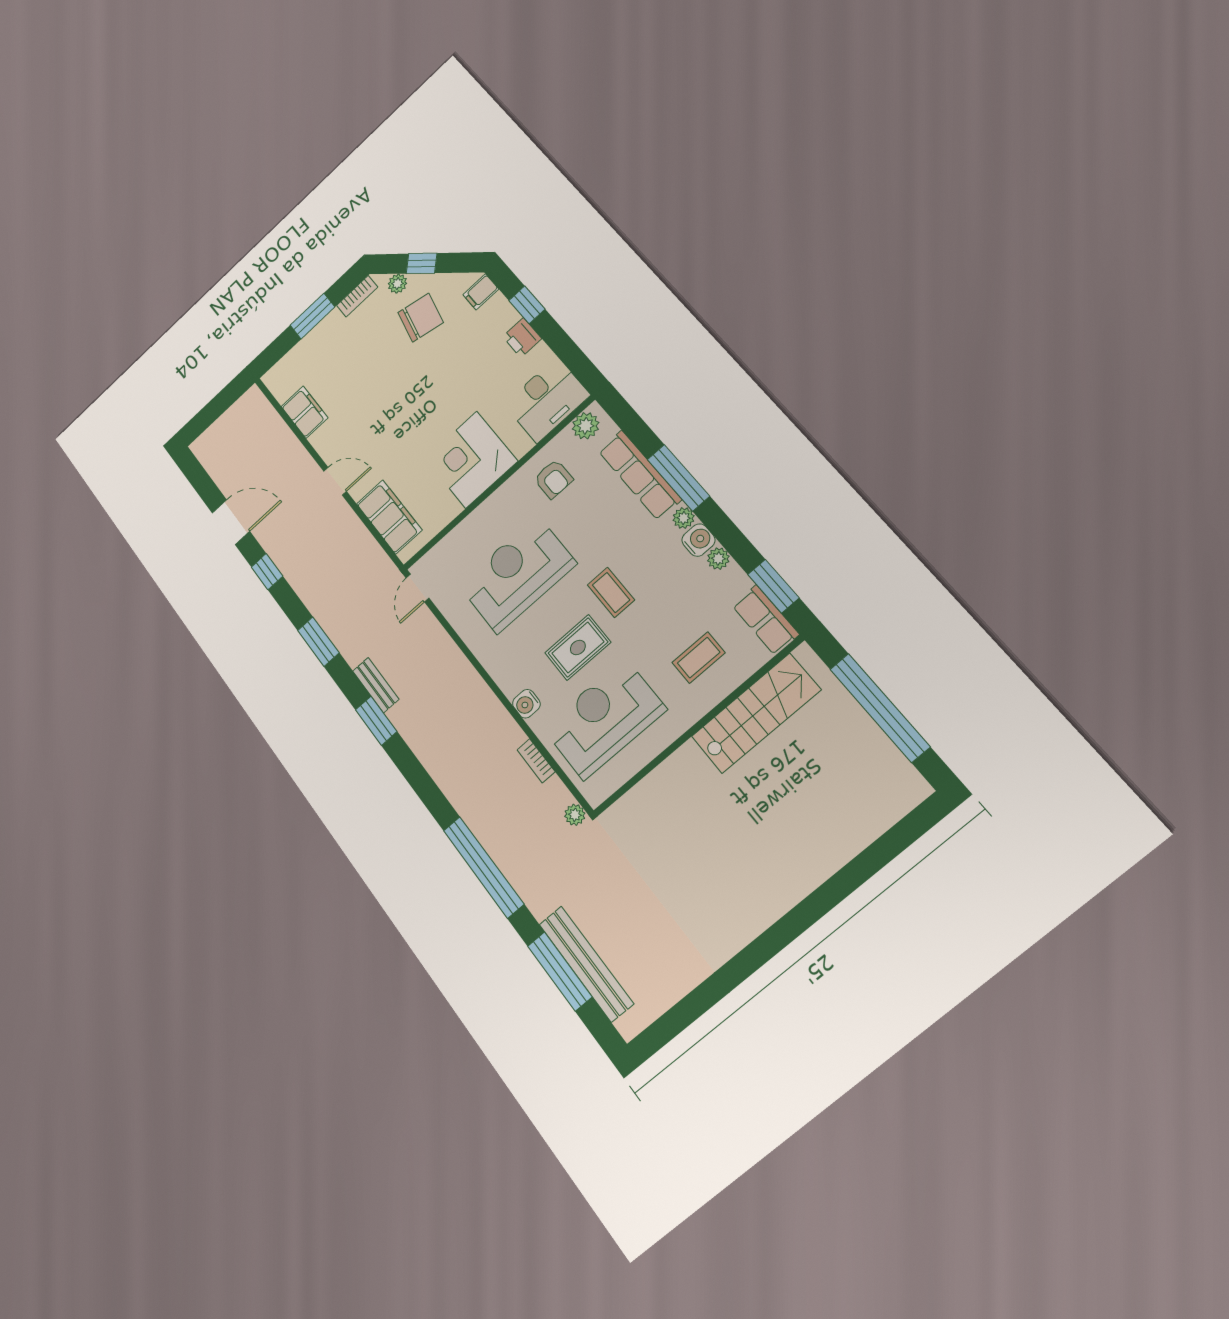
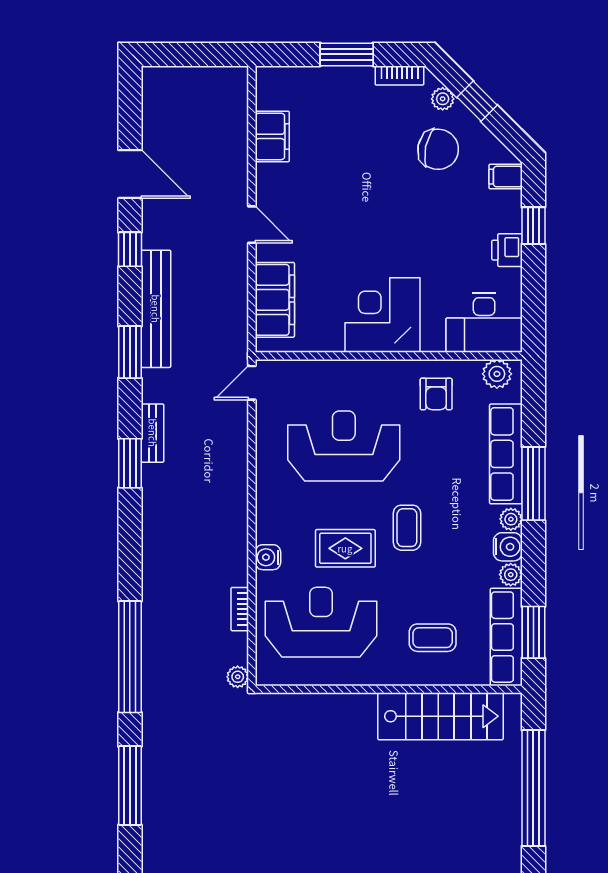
row of seats: (766, 620) -> (506, 637), width x1.48
bench: (586, 964) -> (156, 309), moved

